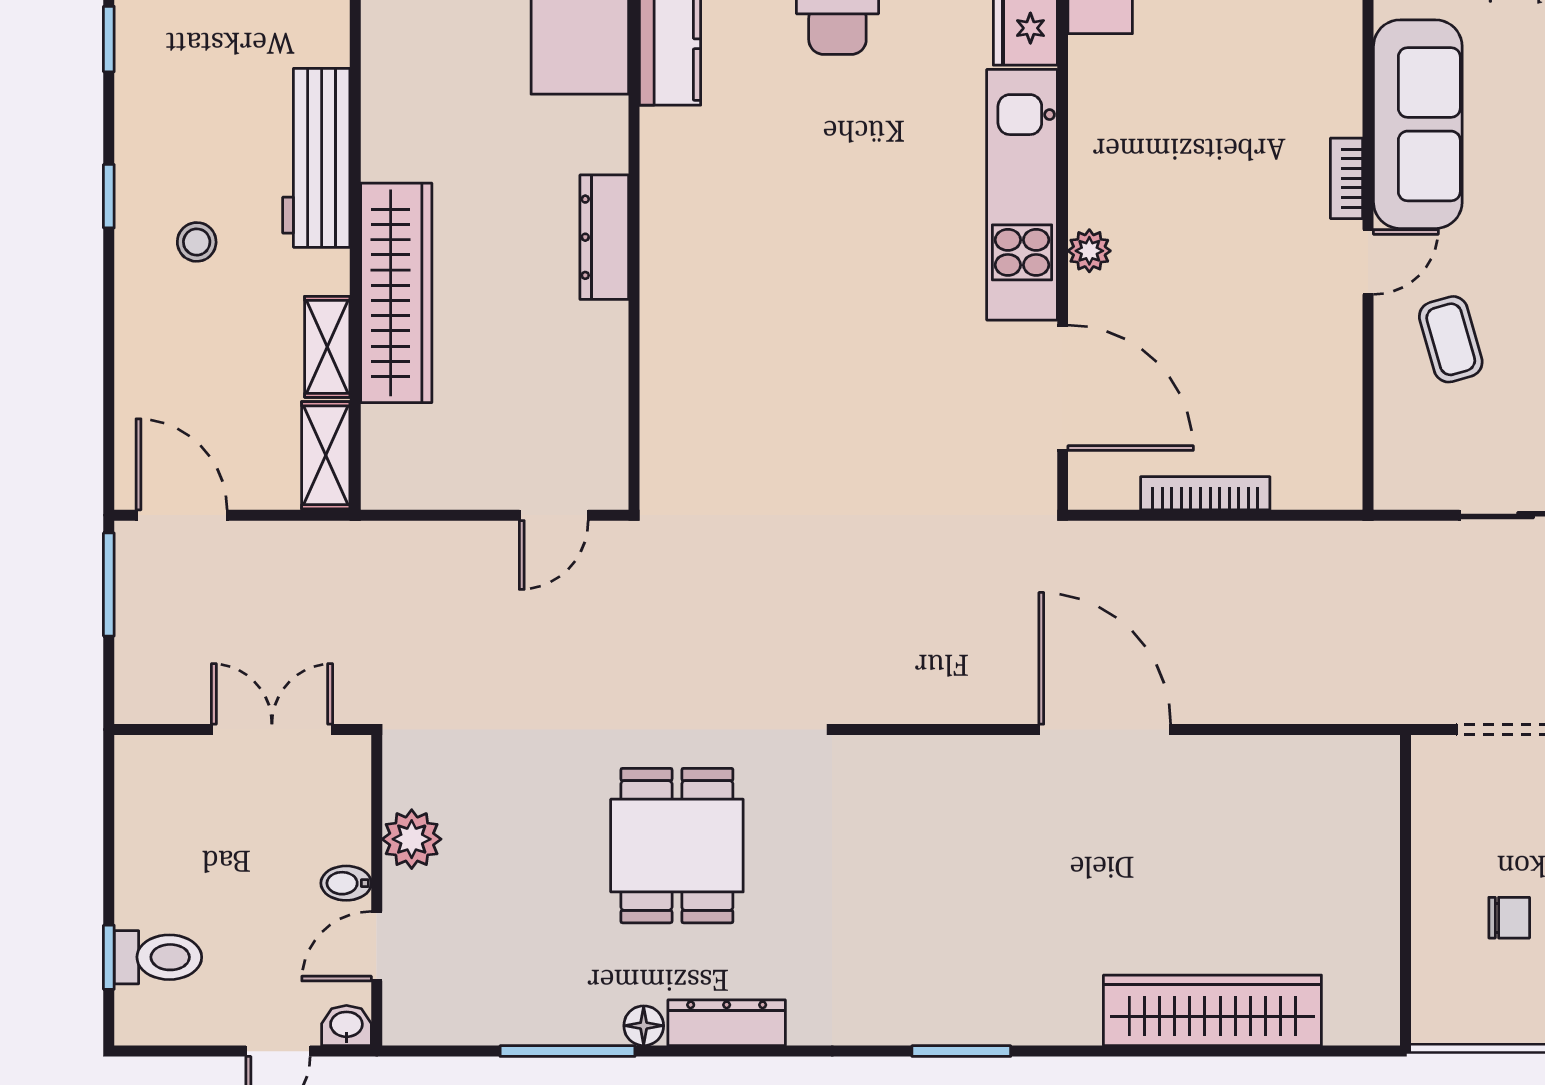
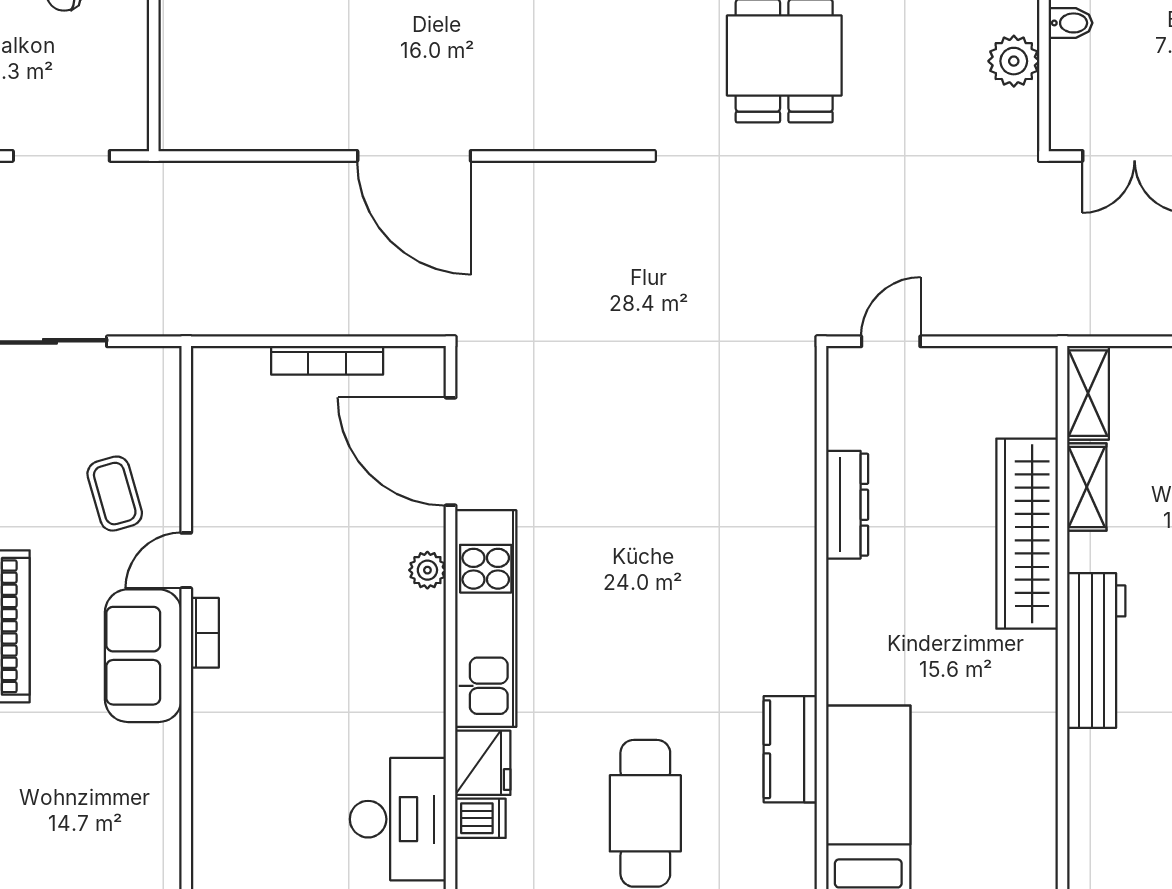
sofa: (1418, 124) -> (143, 656), width x0.73
dresser: (604, 237) -> (847, 505), moved

